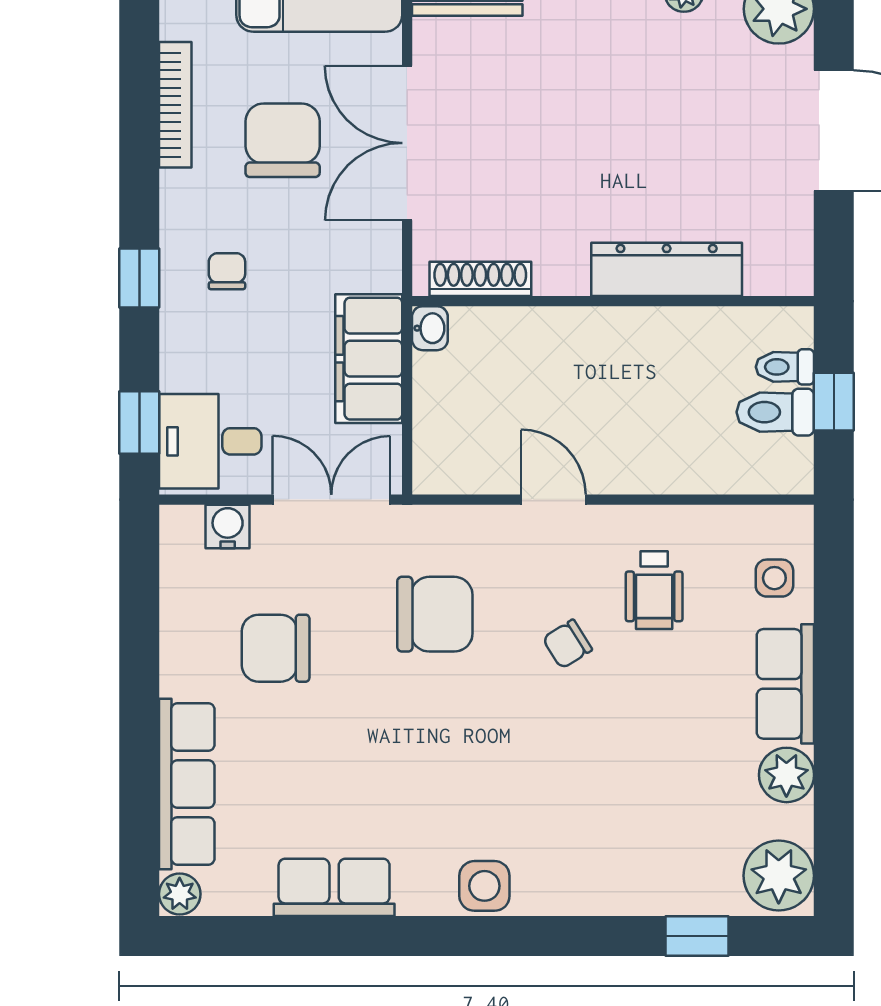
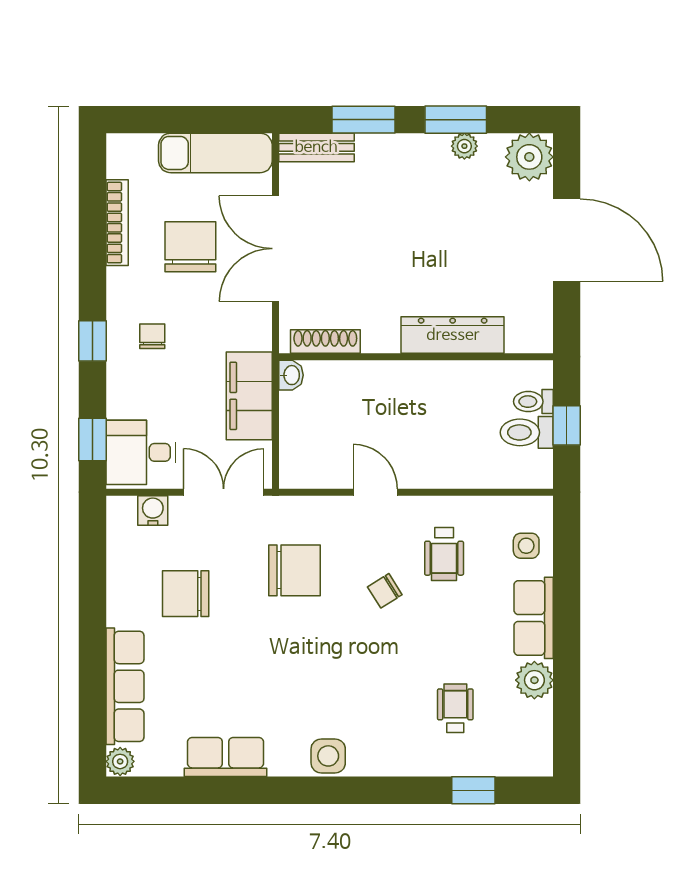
wheelchair: (671, 816) -> (455, 708), added
plant: (779, 876) -> (529, 749), removed

